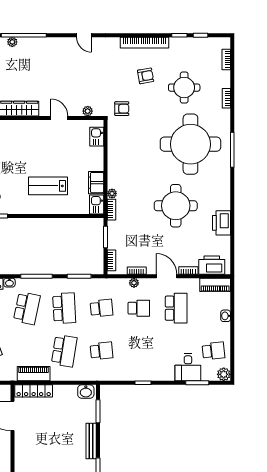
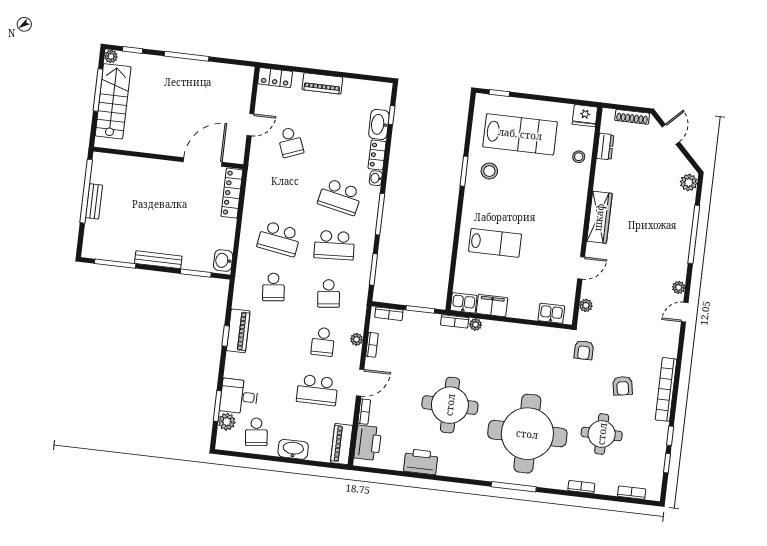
plant: (12, 42) -> (679, 287), moved
lab bench: (48, 186) -> (495, 243), turned 90
washbasin: (226, 316) -> (293, 449), width x1.91, depth x1.45
piano: (34, 374) -> (238, 331), moved
plant: (224, 374) -> (227, 422), moved

